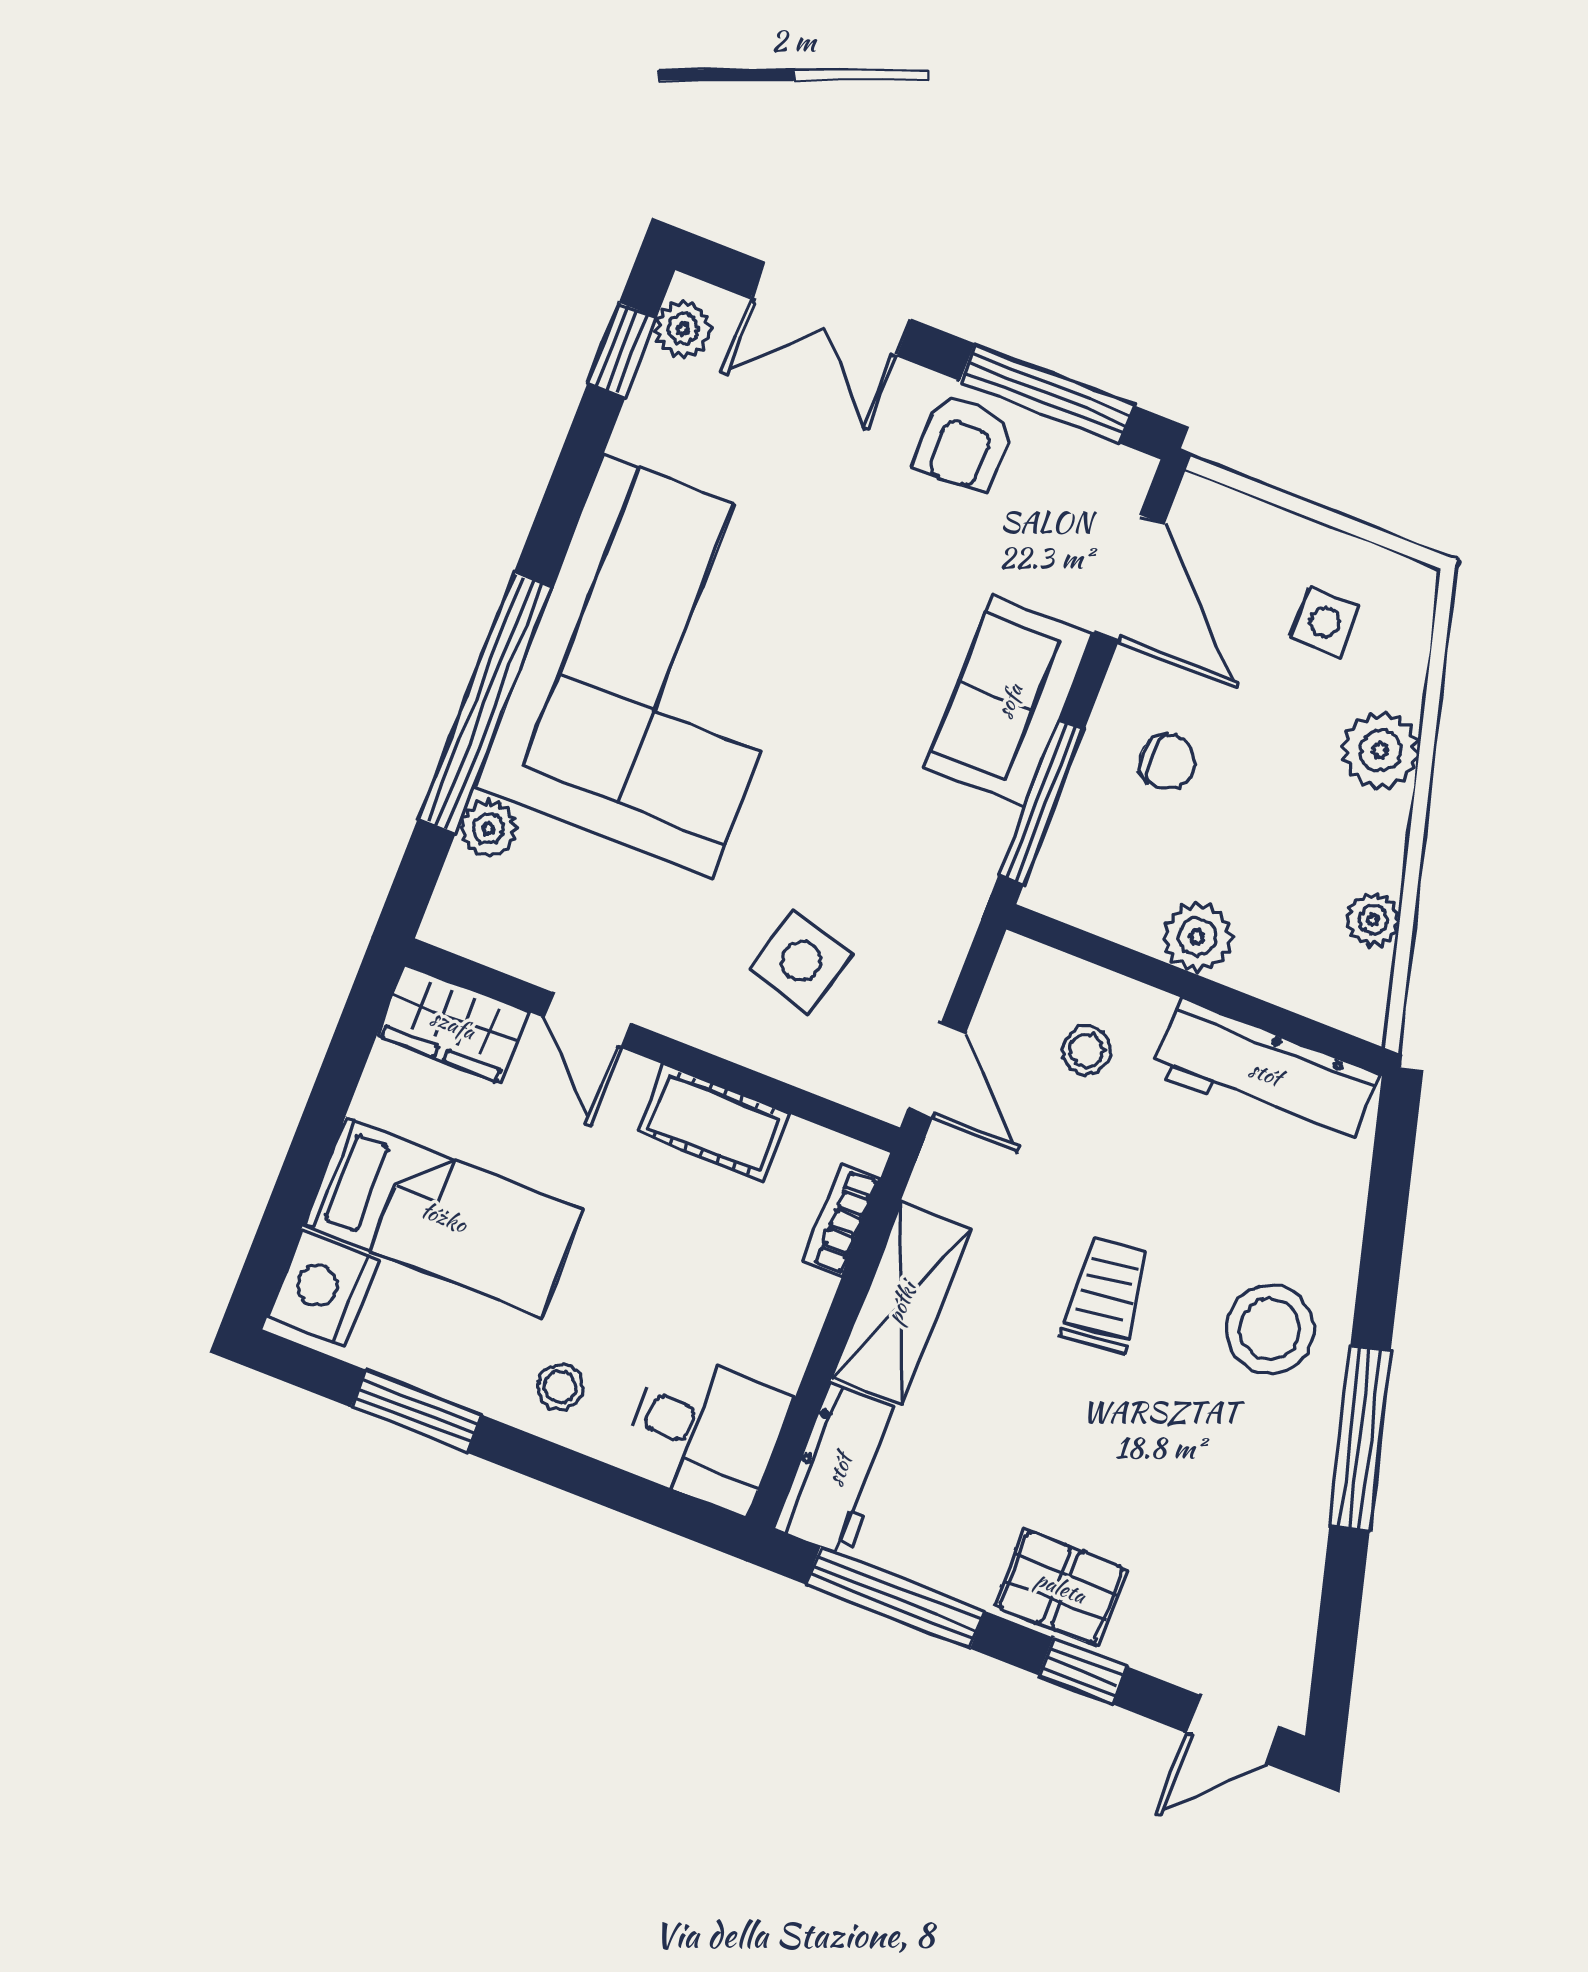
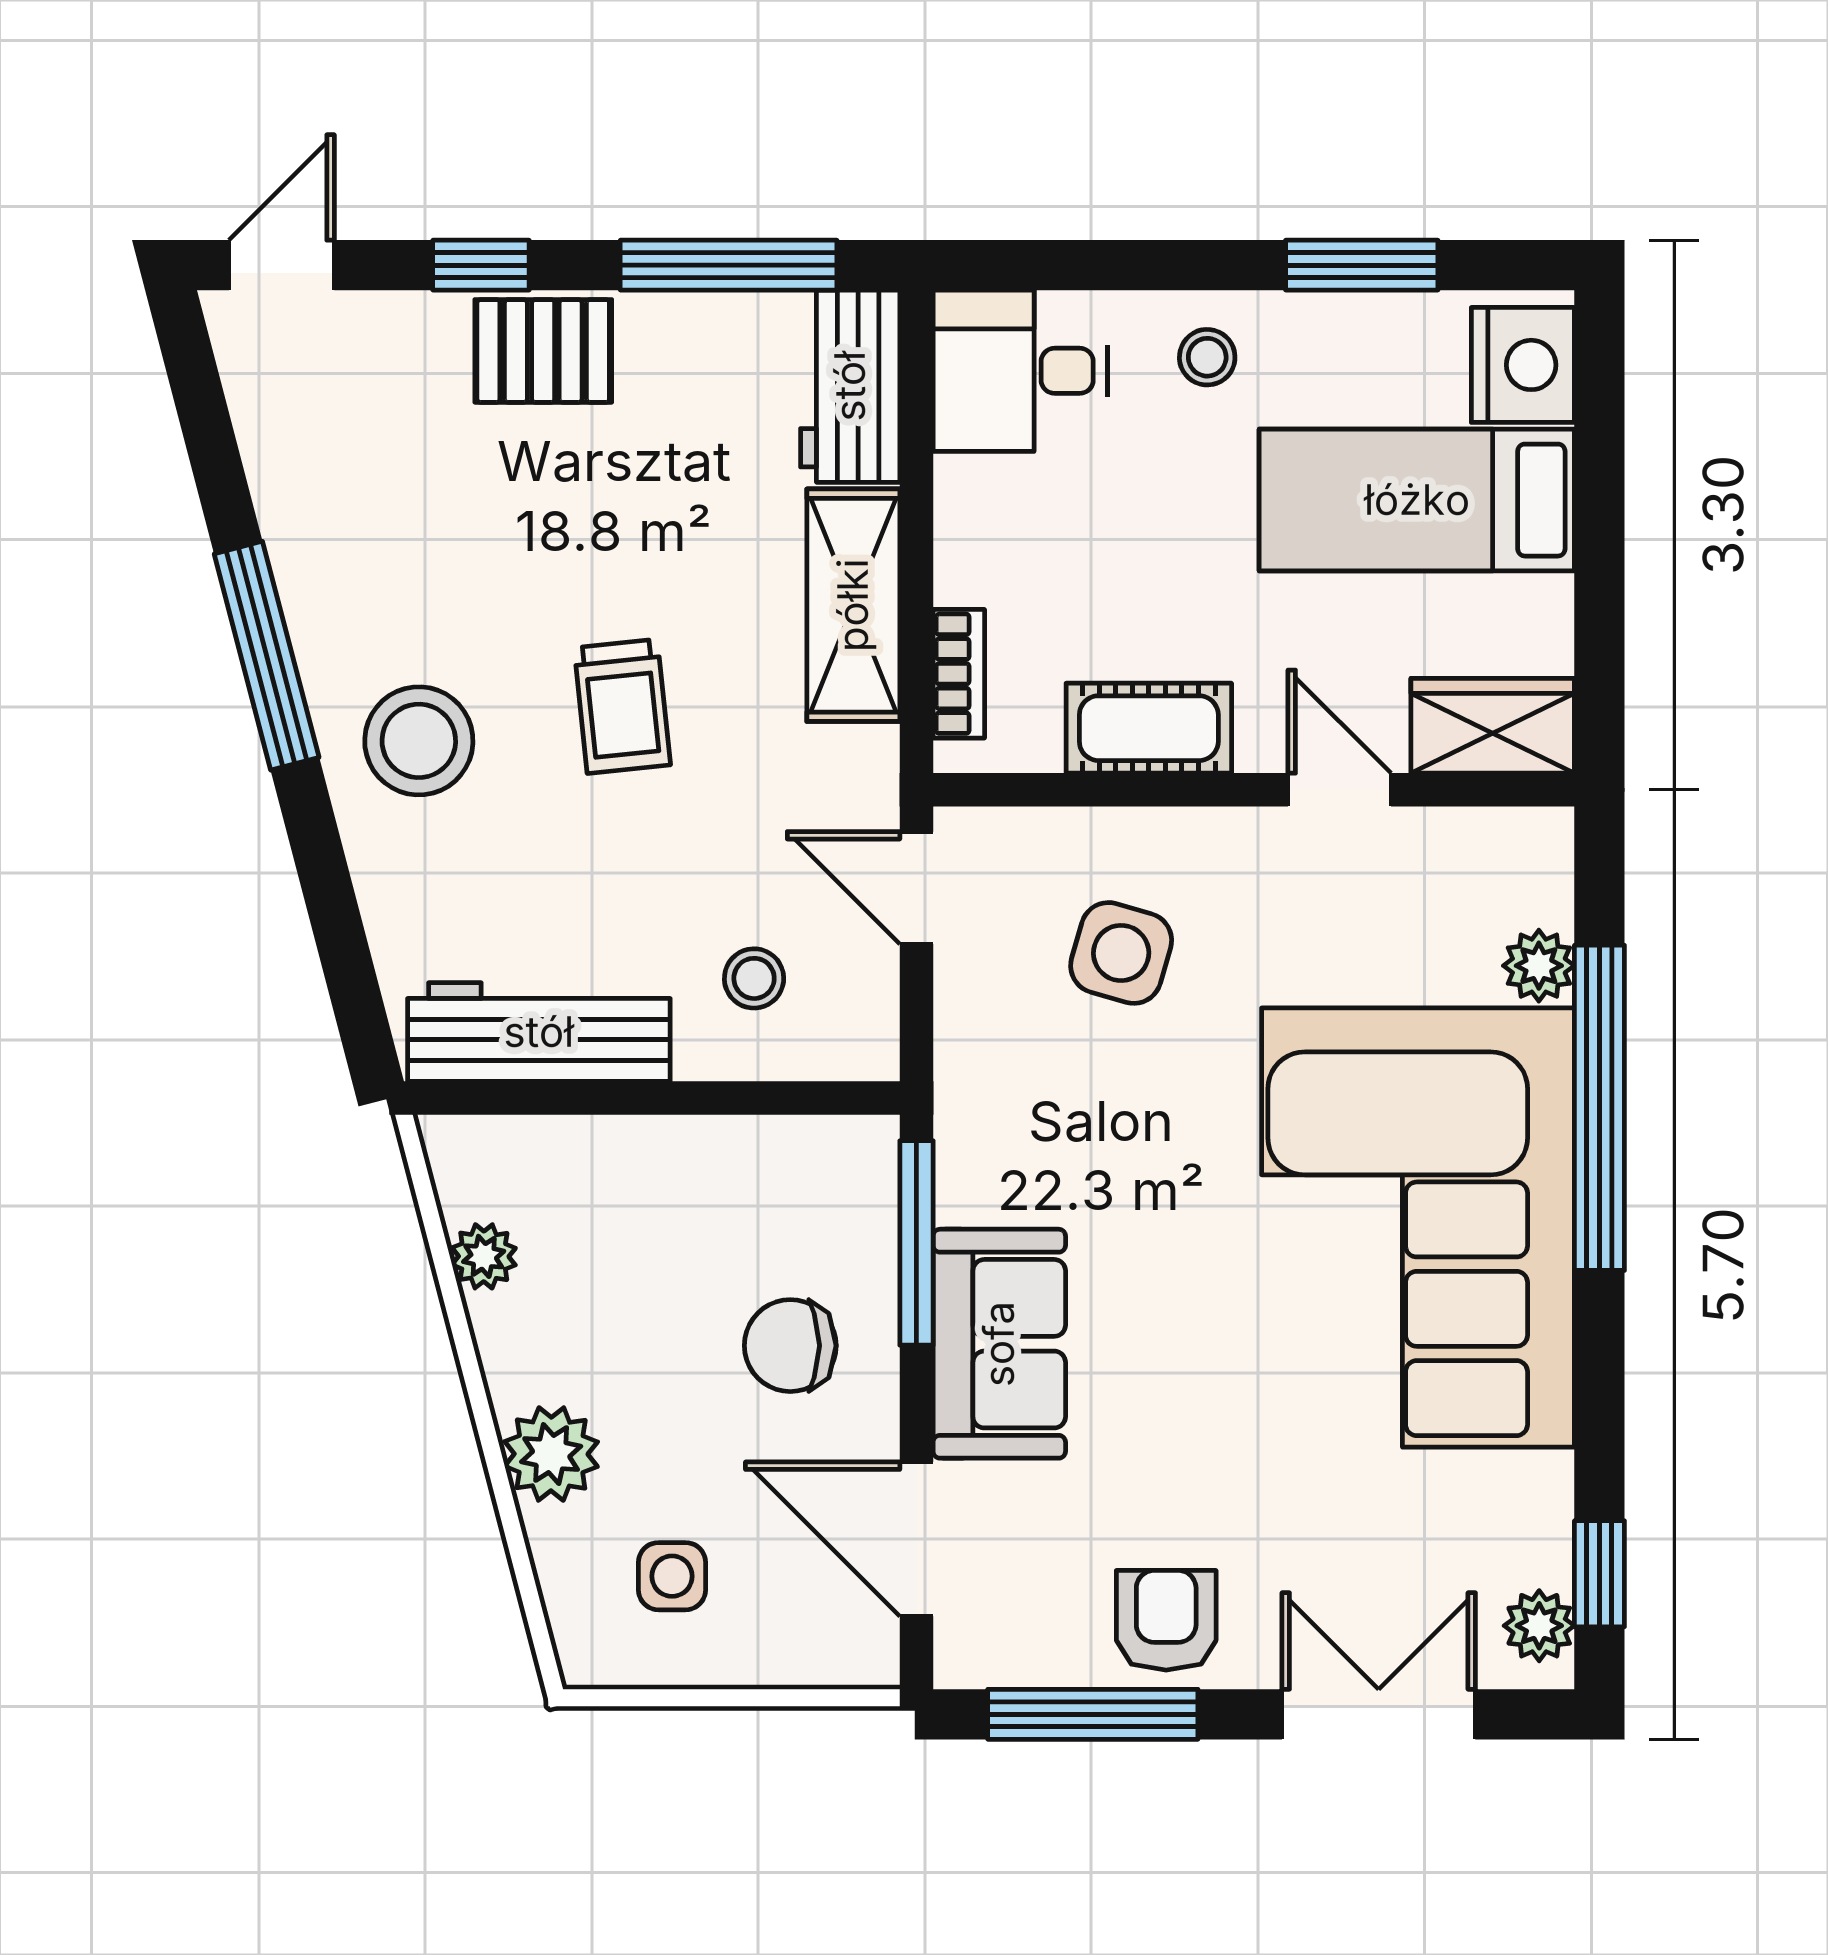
chair: (1167, 762) -> (790, 1346), width x1.37, depth x1.37
plant: (1197, 937) -> (677, 1158), removed

